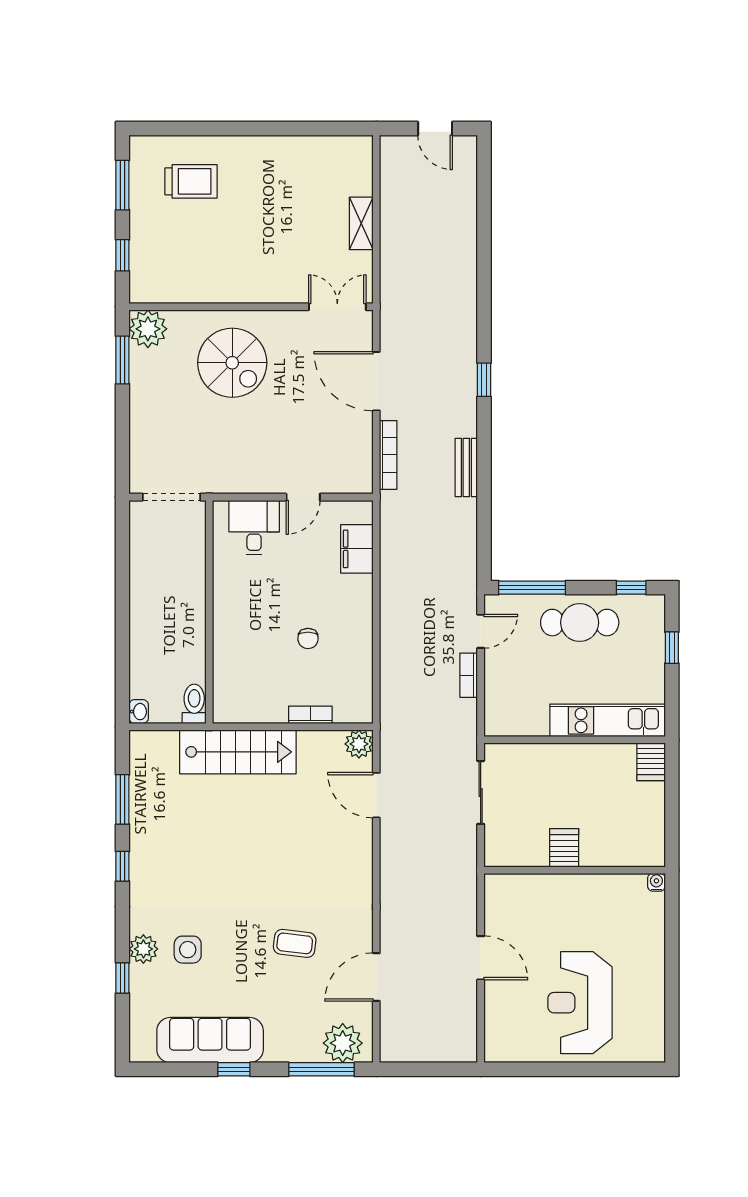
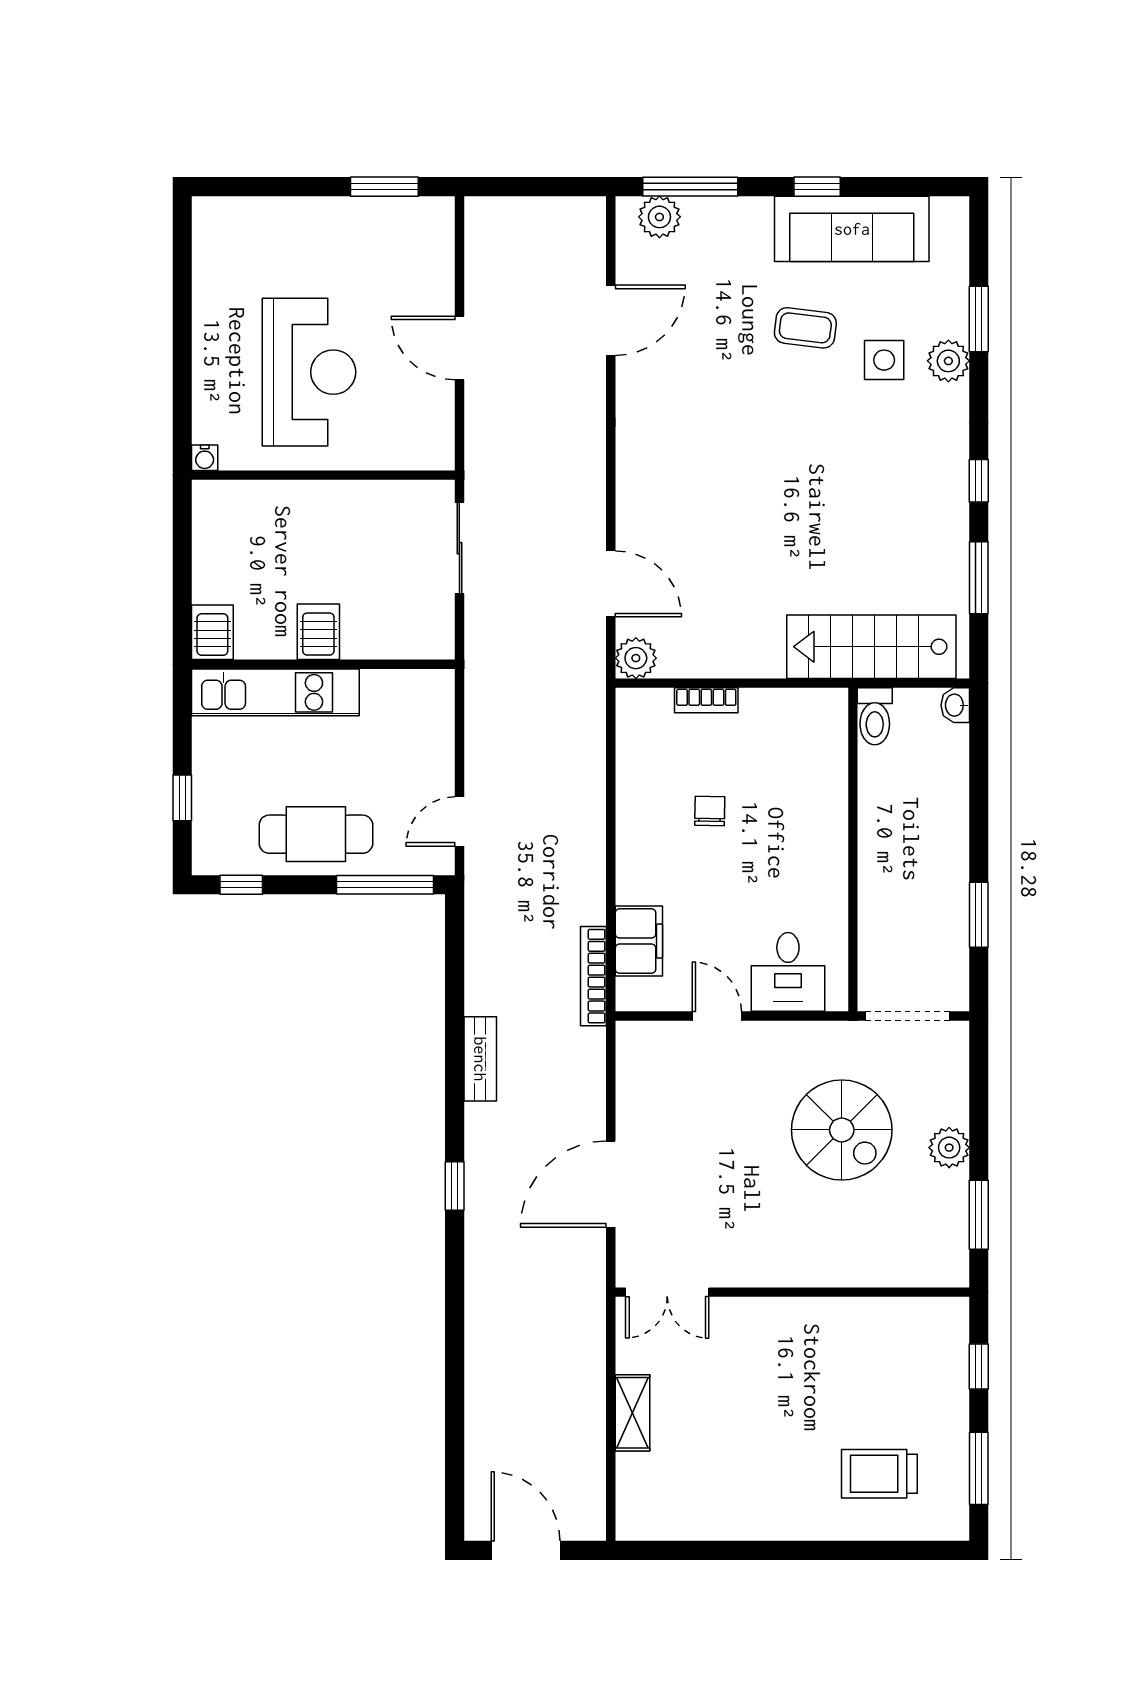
door: (435, 129) -> (526, 1550), width x1.38
plant: (148, 329) -> (949, 1148), moved, width x0.73, depth x0.73
spiral stairs: (232, 363) -> (842, 1130), moved, turned 180
door: (376, 381) -> (611, 1184), swing flipped
bookcase: (388, 455) -> (593, 976), moved
door: (303, 497) -> (717, 1016), hinge flipped
window: (122, 567) -> (979, 915), added
bookcase: (469, 675) -> (477, 758), removed
stairs: (238, 752) -> (871, 647), moved
sliding door: (481, 792) -> (459, 548), moved
server rack: (564, 848) -> (318, 632), moved, turned 180
coffee table: (295, 943) -> (805, 328), moved
window: (122, 978) -> (979, 319), width x1.50
reception desk: (580, 1003) -> (309, 372), moved
plant: (343, 1043) -> (659, 217), width x0.73, depth x0.73
window: (532, 1069) -> (384, 187), added

